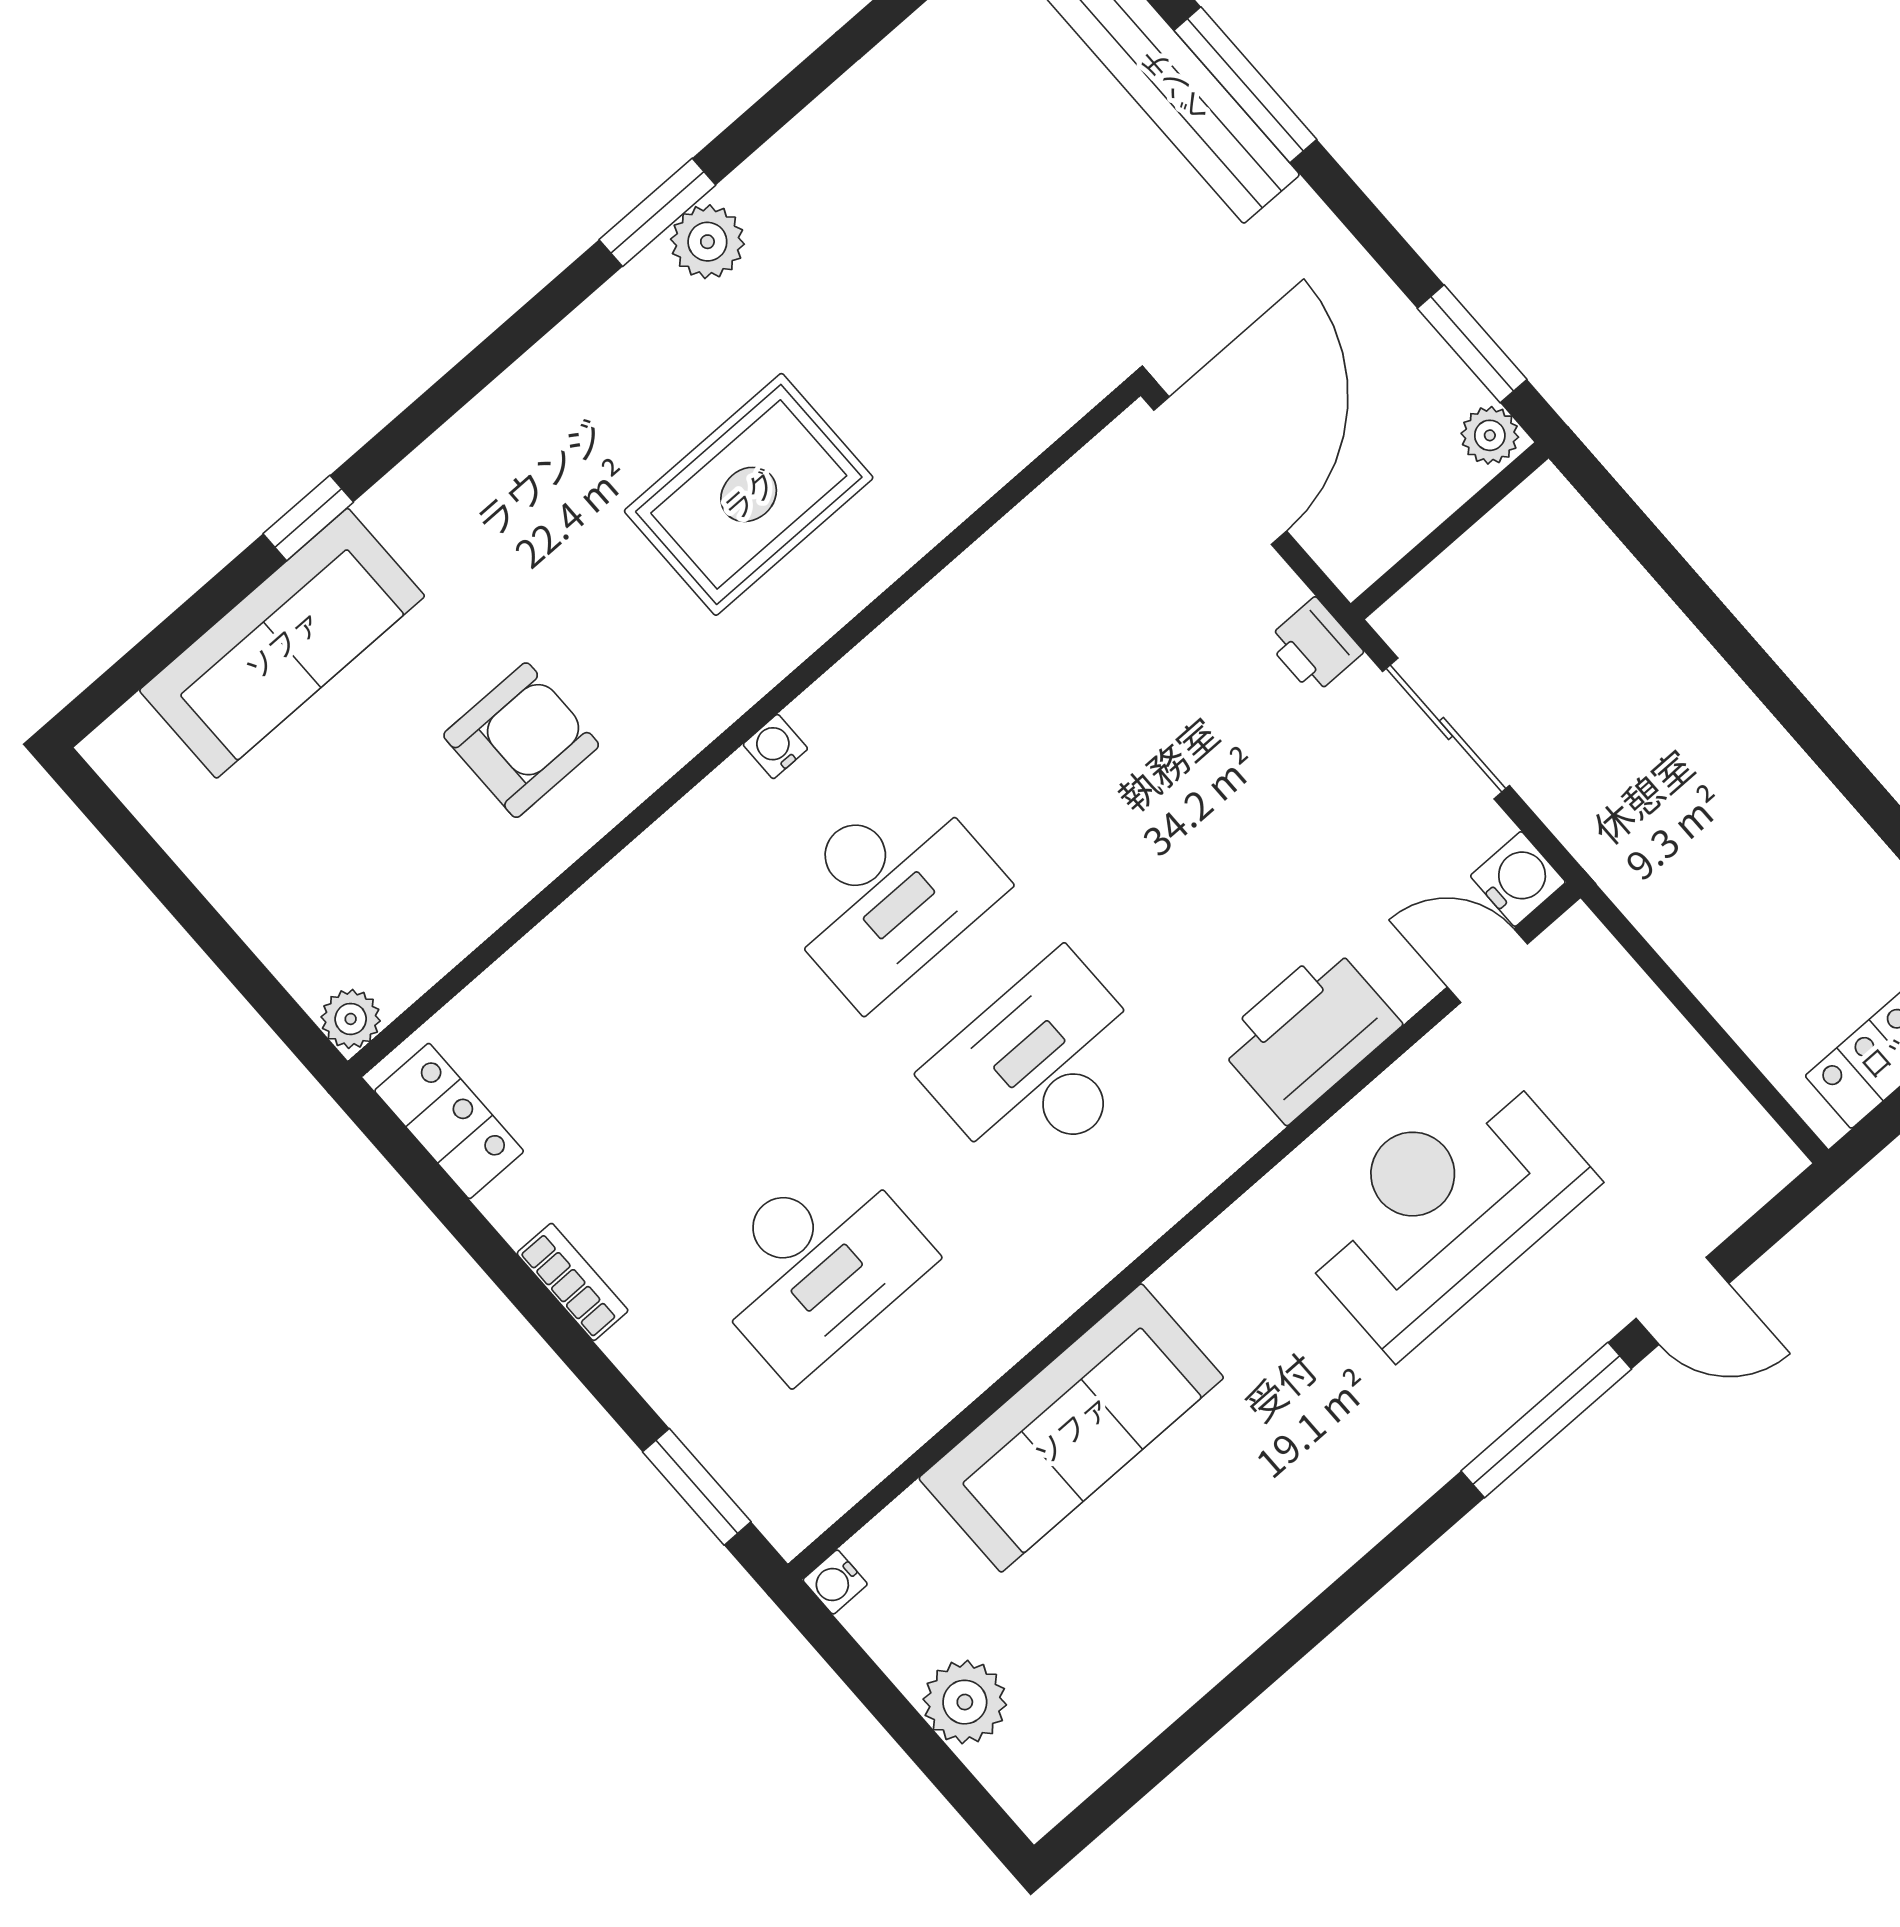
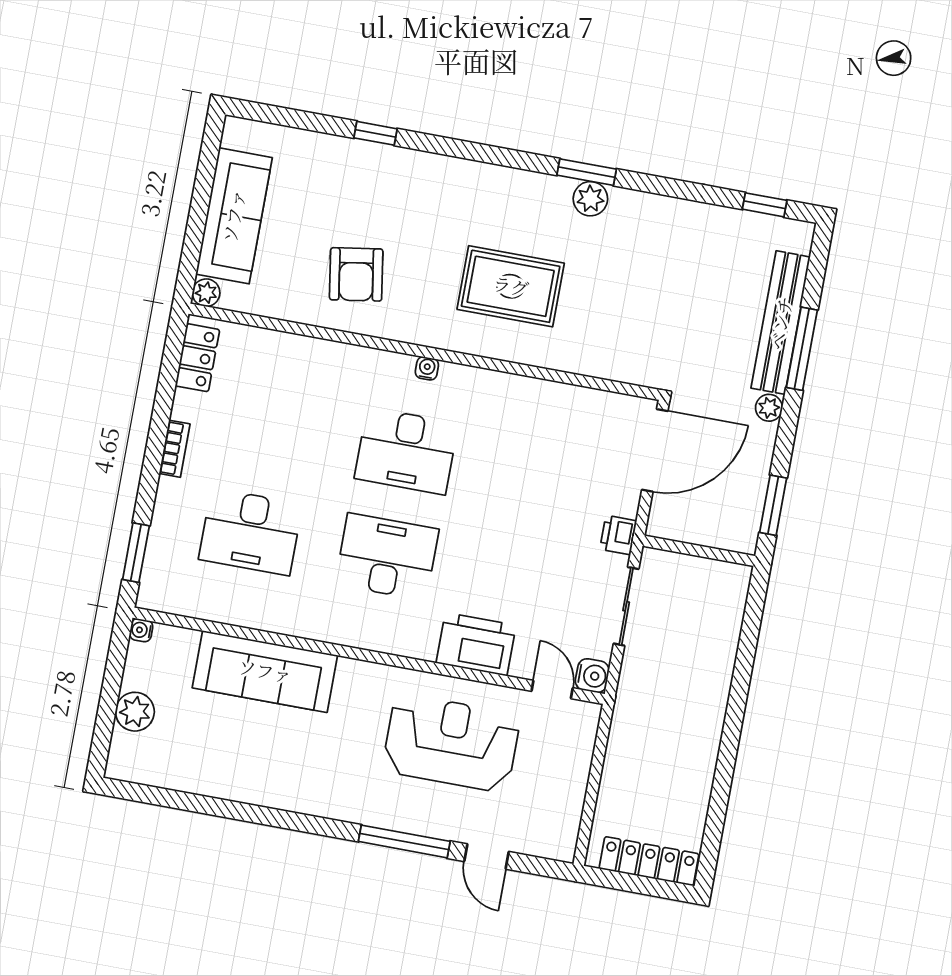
plant: (1490, 435) -> (769, 408), moved
sofa: (282, 643) -> (234, 216), moved, turned -90
armchair: (521, 740) -> (356, 274), turned 81

